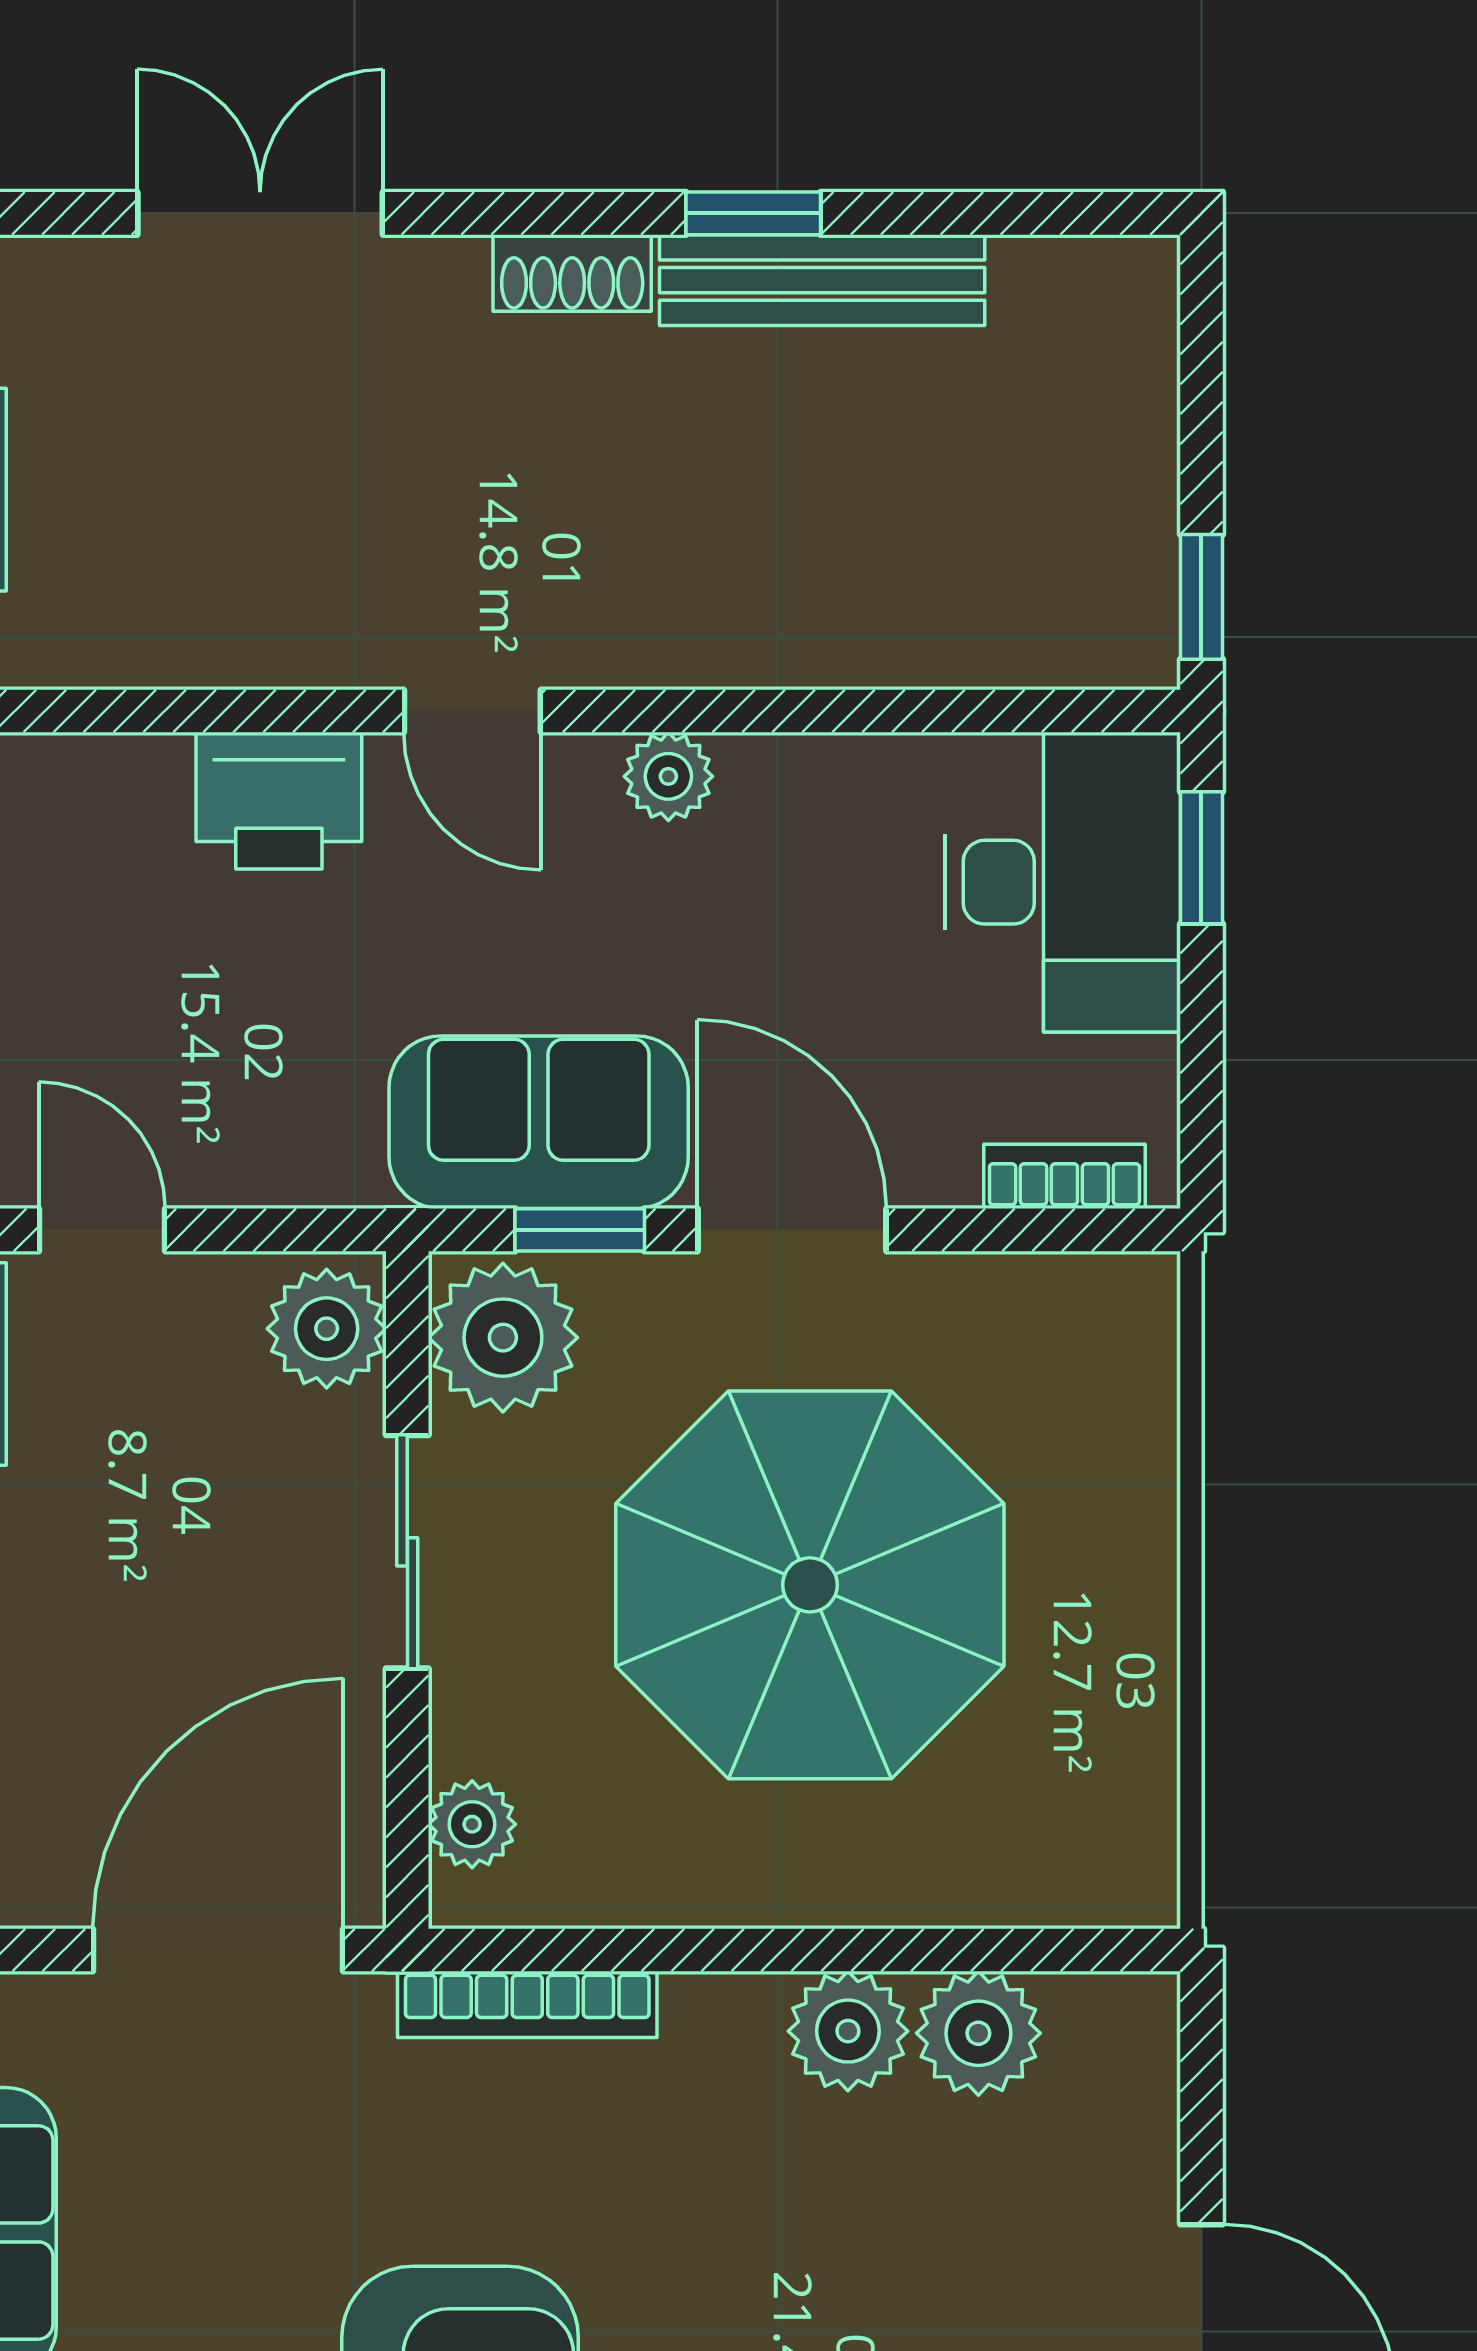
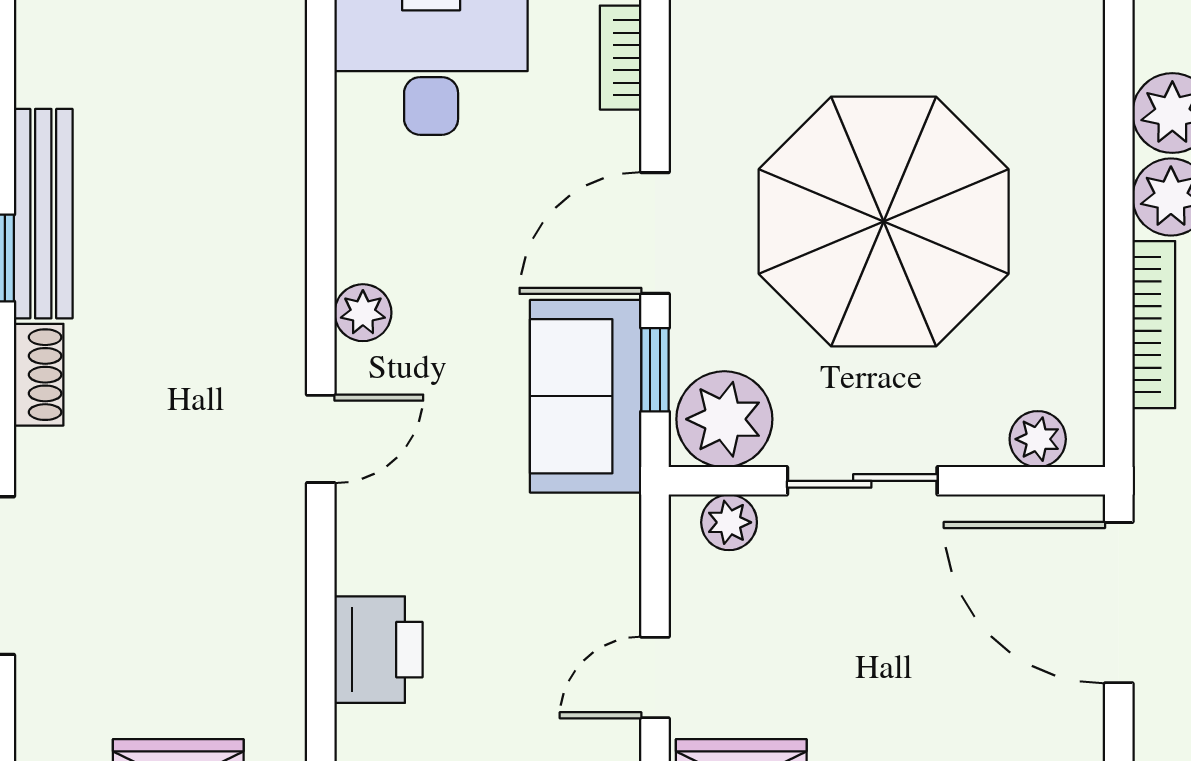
printer: (279, 801) -> (379, 650), moved
plant: (327, 1329) -> (729, 522), width x0.73, depth x0.73
bookcase: (527, 2004) -> (1154, 325), moved

